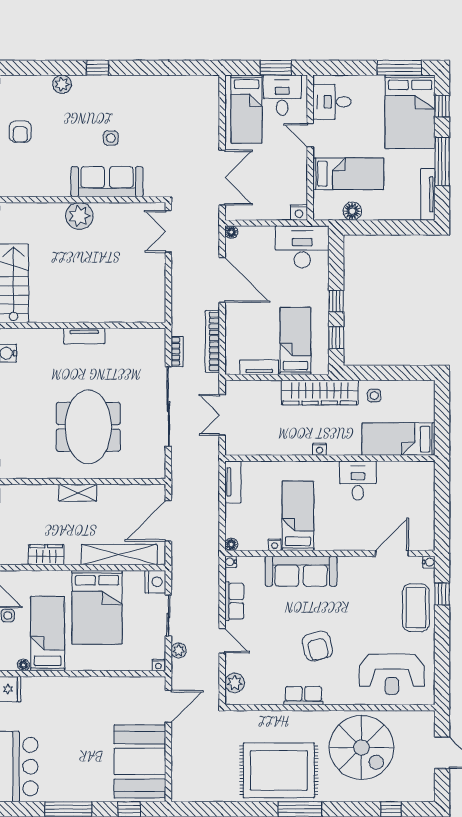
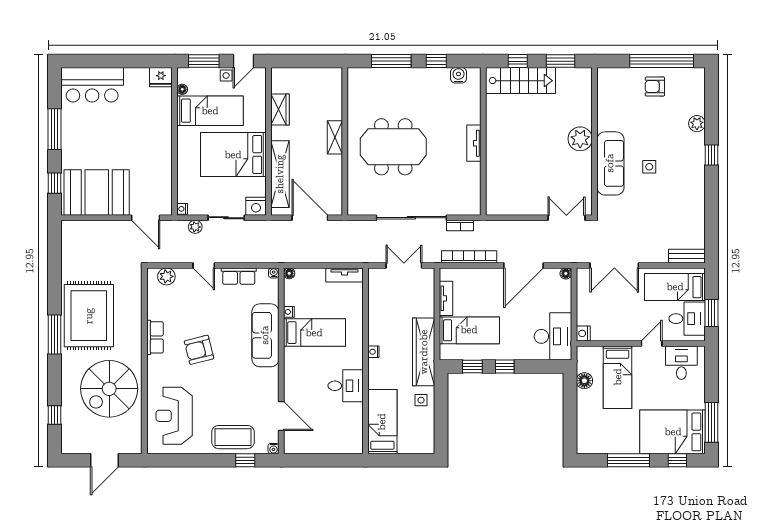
bench: (212, 95) -> (687, 256), added
tv unit: (428, 194) -> (599, 448), removed
door: (222, 641) -> (204, 265), hinge flipped

